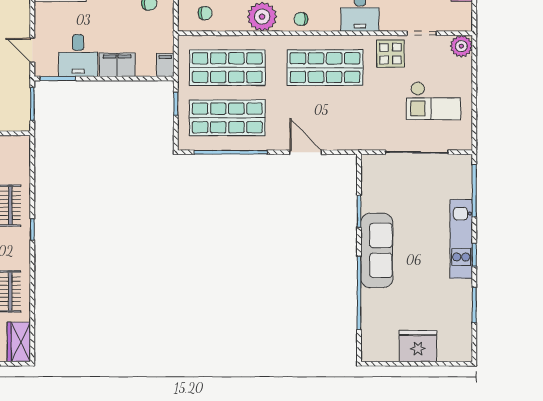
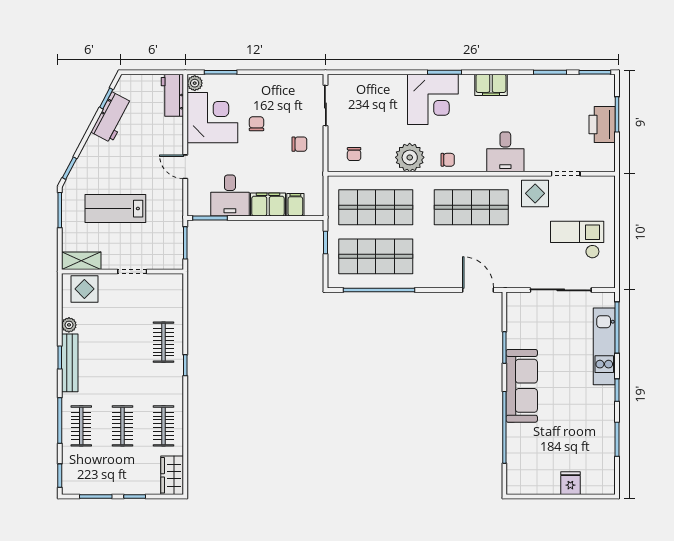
chair: (205, 13) -> (354, 154), turned 90
chair: (301, 19) -> (448, 160), turned 180
plant: (461, 46) -> (604, 186), removed
door: (32, 50) -> (185, 167), moved
filing cabinet: (165, 65) -> (295, 205), moved
checkout: (433, 101) -> (577, 240), turned 180
door: (306, 152) -> (478, 290), moved
kitchen unit: (461, 239) -> (604, 346), moved
fridge: (418, 346) -> (570, 483), width x0.53, depth x0.75

